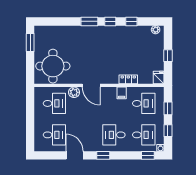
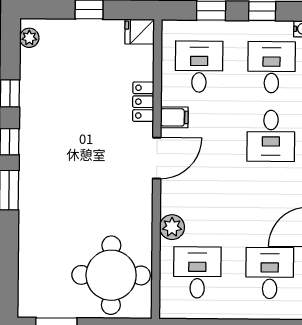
door: (91, 85) -> (157, 158), moved

